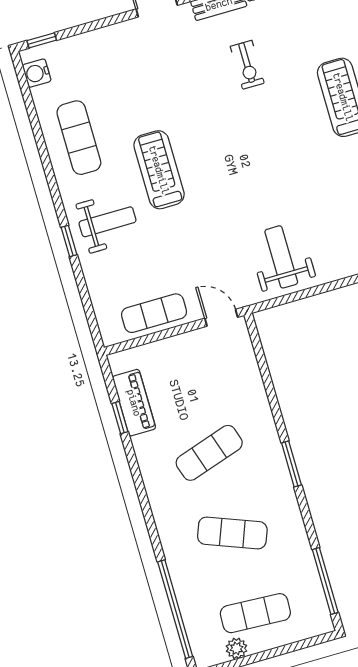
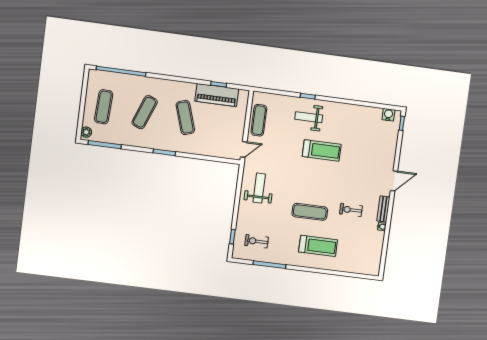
exercise mat: (79, 138) -> (310, 212), moved
weight bench: (108, 222) -> (309, 117), turned 90
weight bench: (281, 257) -> (259, 188), turned -90
piano: (134, 403) -> (217, 95), width x1.37, depth x1.33
plant: (236, 648) -> (86, 132), moved

